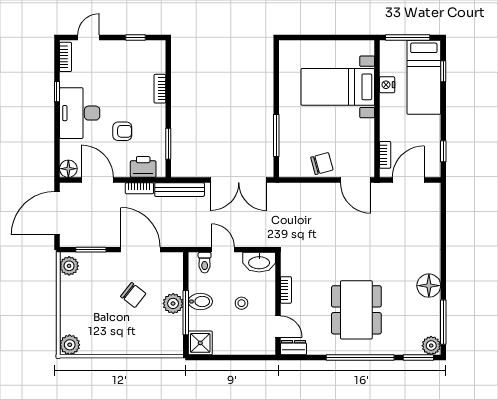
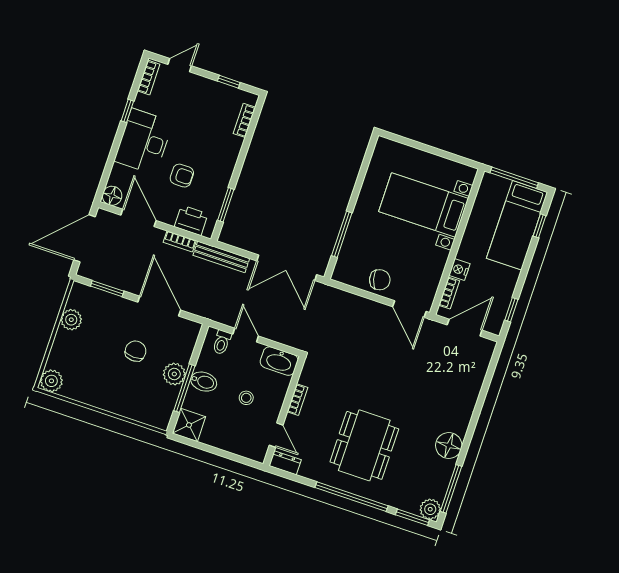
nightstand: (387, 85) -> (459, 270), moved
bookcase: (160, 89) -> (244, 120), moved
plant: (69, 266) -> (71, 320), moved
chair: (133, 295) -> (136, 351), turned -127

